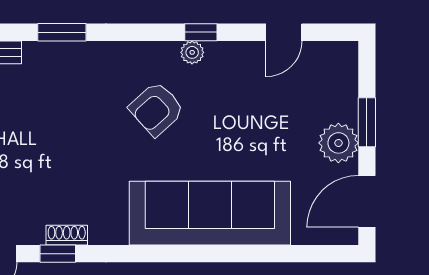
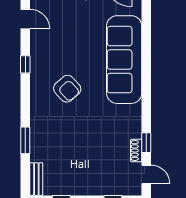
plant: (192, 52) -> (36, 69), removed
shoe rack: (67, 235) -> (136, 151), moved

